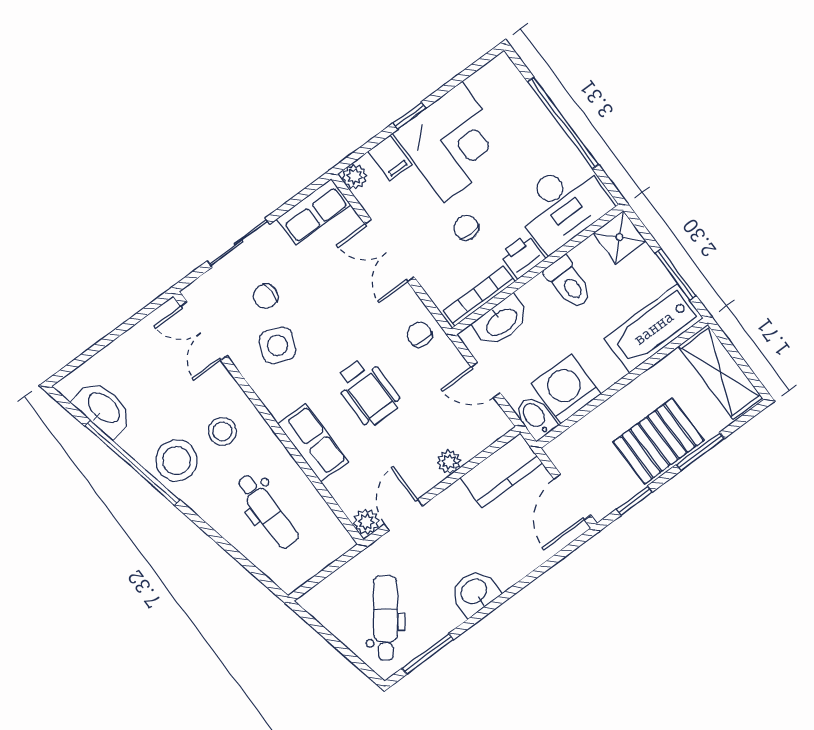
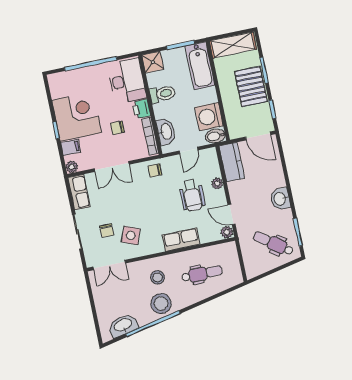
wheelchair: (367, 392) -> (192, 195), moved, turned 90

